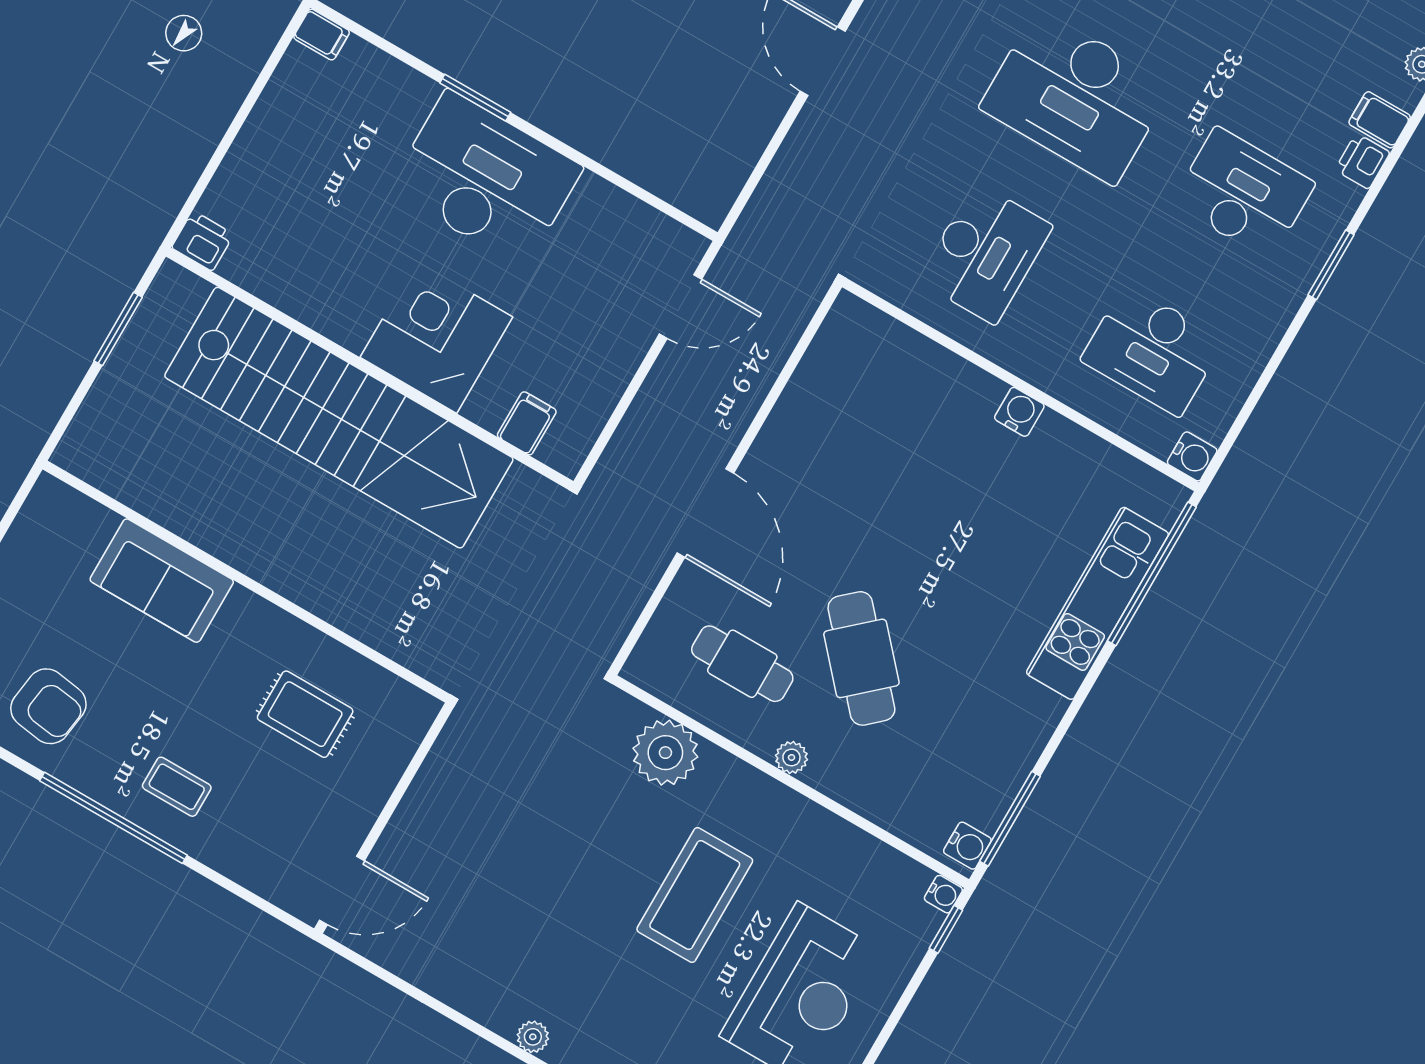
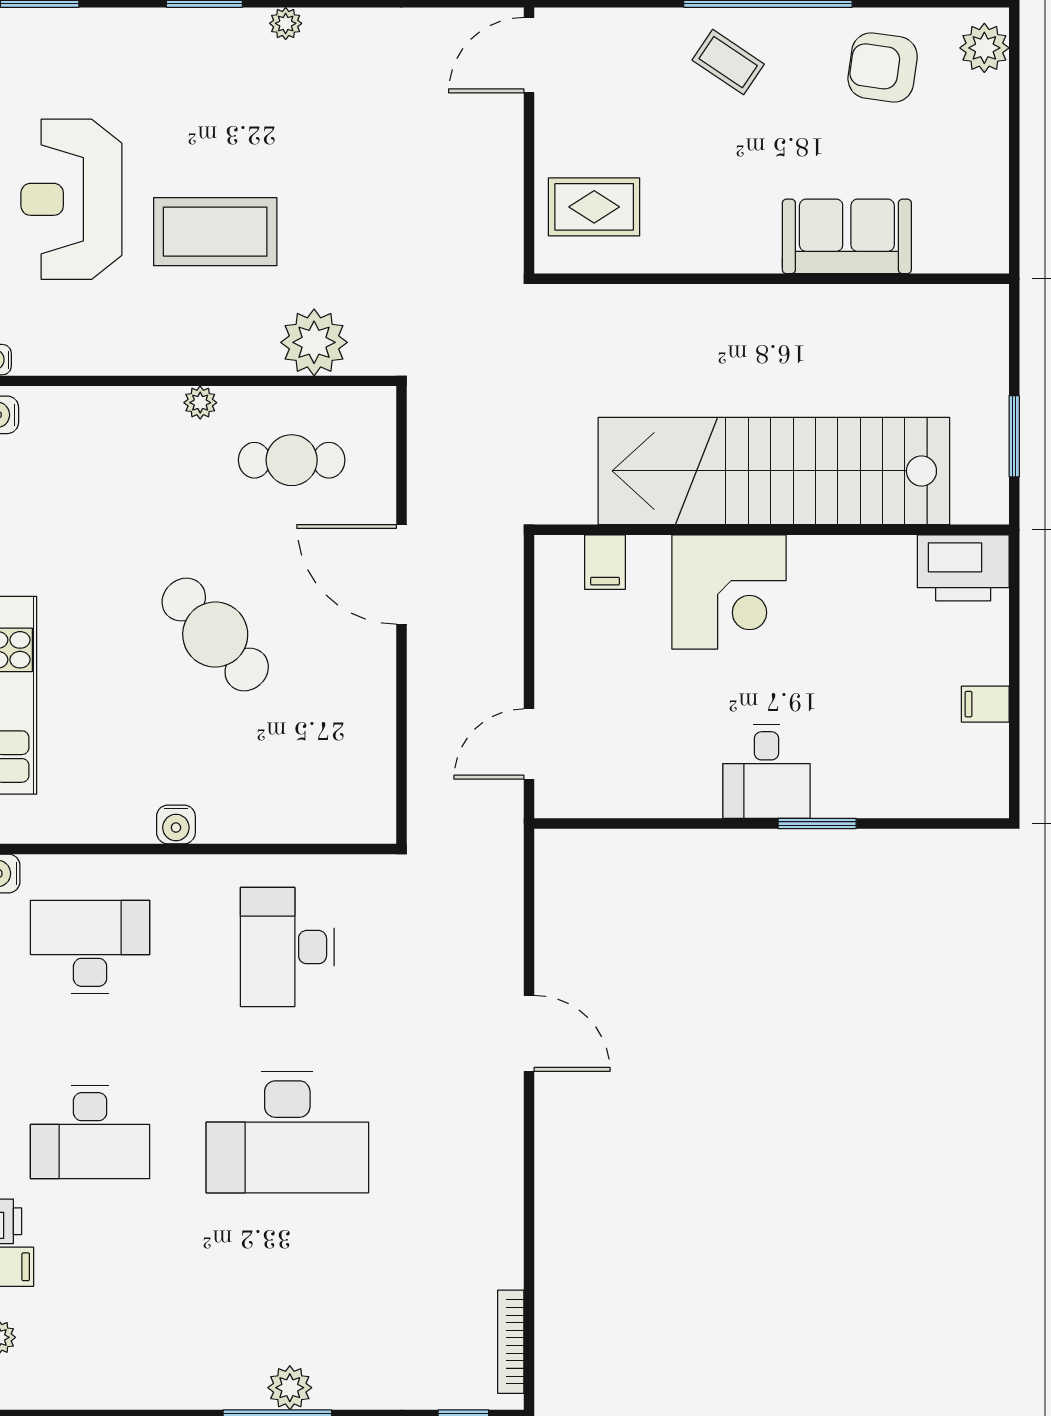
filing cabinet: (322, 35) -> (985, 704), moved
desk: (1076, 96) -> (287, 1132), turned 180
desk: (486, 179) -> (766, 771), width x0.53, depth x0.77
printer: (203, 241) -> (963, 568), width x1.87, depth x1.48
cafe table: (861, 658) -> (215, 634), moved
rug: (305, 714) -> (594, 207), moved
coffee table: (177, 787) -> (728, 62), turned 34
coffee table: (695, 895) -> (215, 232), turned 90

